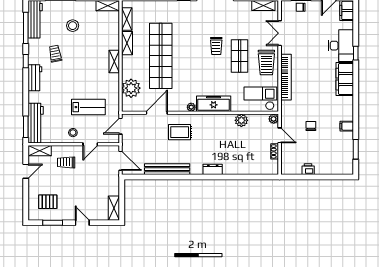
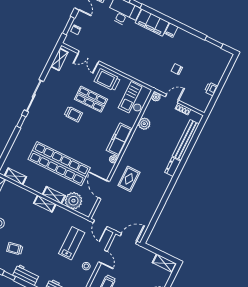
shelving: (127, 43) -> (54, 195), moved
trolley: (266, 63) -> (107, 80), turned 180
bookcase: (286, 77) -> (127, 70), removed
filing cabinet: (347, 126) -> (171, 30), moved
bench: (167, 169) -> (186, 140), moved

